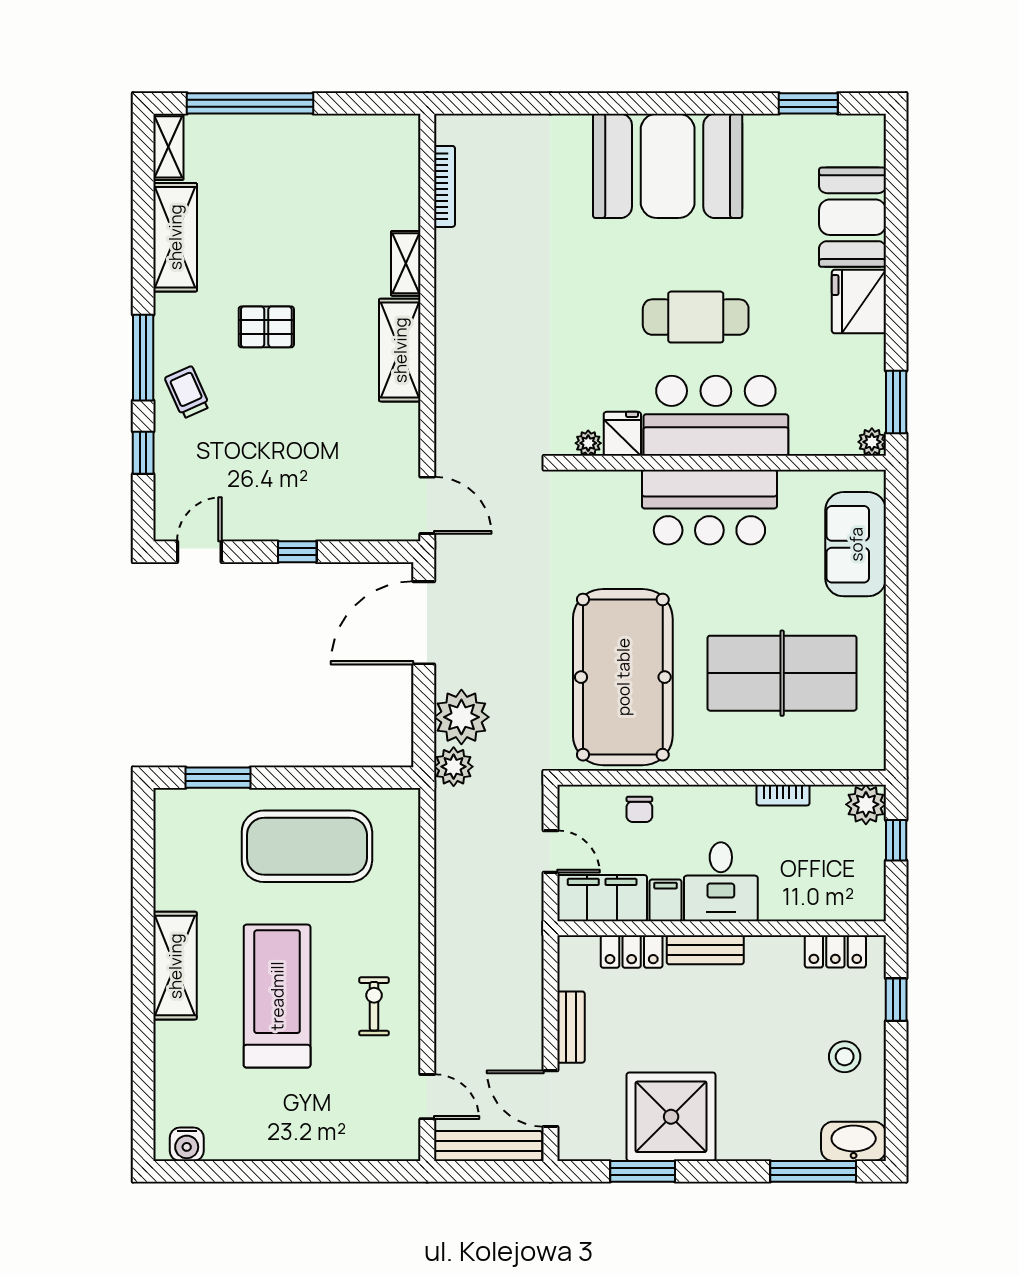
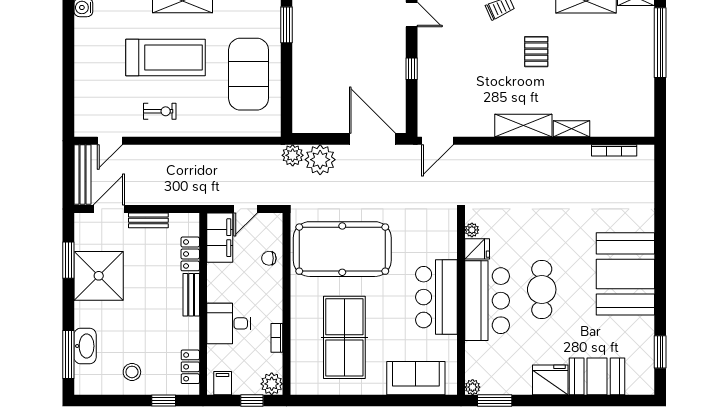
desk: (721, 882) -> (229, 323), moved
filing cabinet: (666, 900) -> (223, 383), moved, turned -90
washbasin: (854, 1141) -> (85, 346), moved

